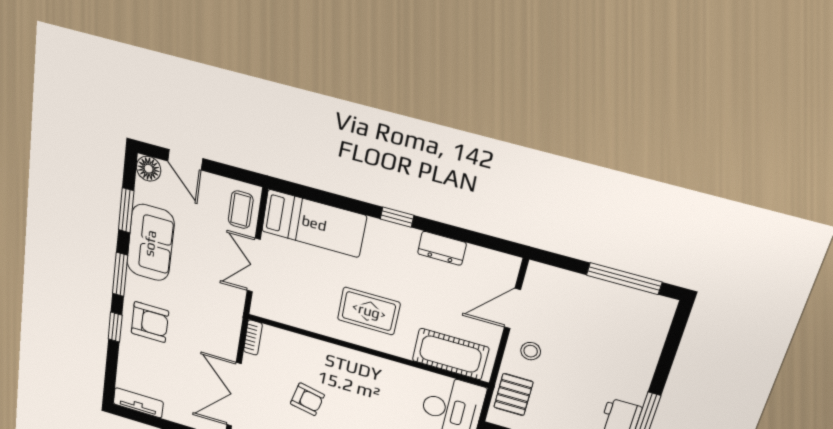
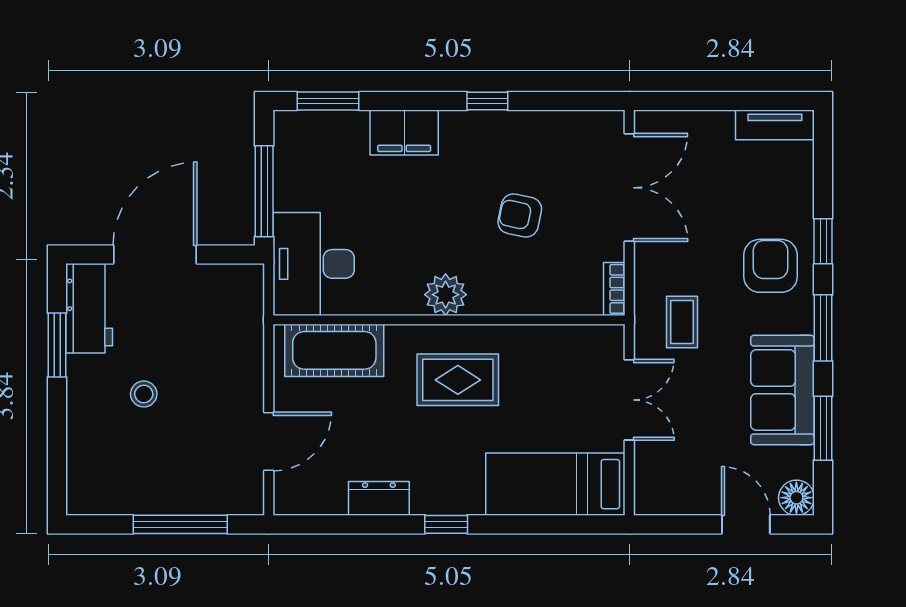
coffee table: (241, 210) -> (682, 322), moved
window: (624, 279) -> (180, 524), moved
armchair: (150, 322) -> (771, 266), turned 90
stool: (531, 351) -> (144, 394), moved
plant: (366, 367) -> (446, 295), added
pallet: (513, 395) -> (237, 317), removed

